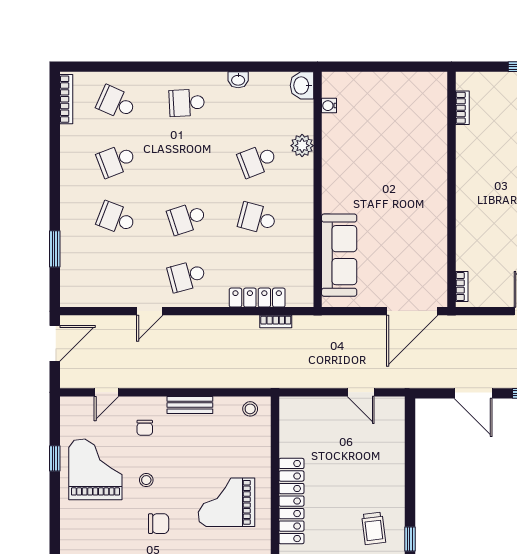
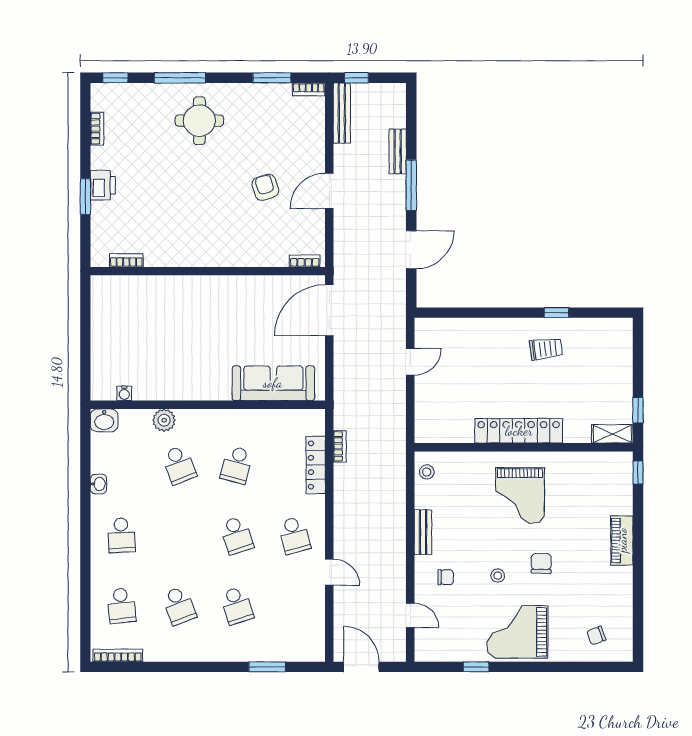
school desk: (116, 103) -> (121, 606), turned -30
school desk: (116, 218) -> (237, 606), turned -39
door: (412, 311) -> (329, 310), swing flipped
grand piano: (95, 469) -> (517, 632), moved

